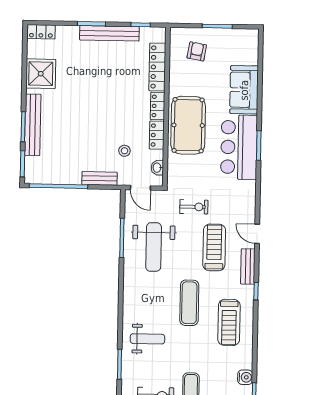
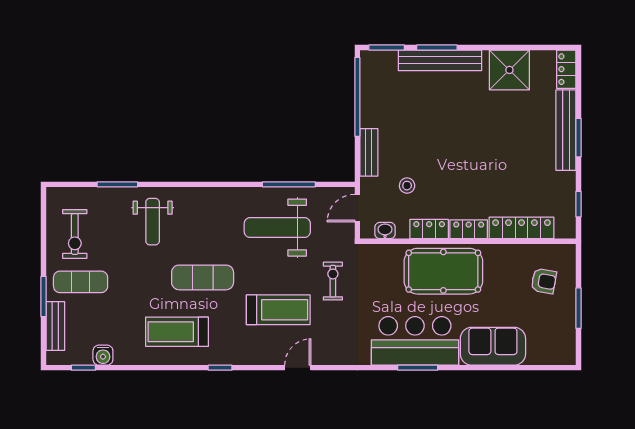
bench: (109, 33) -> (566, 130), moved
exercise bike: (194, 207) -> (333, 281), turned 180
bench: (248, 266) -> (253, 356), removed

